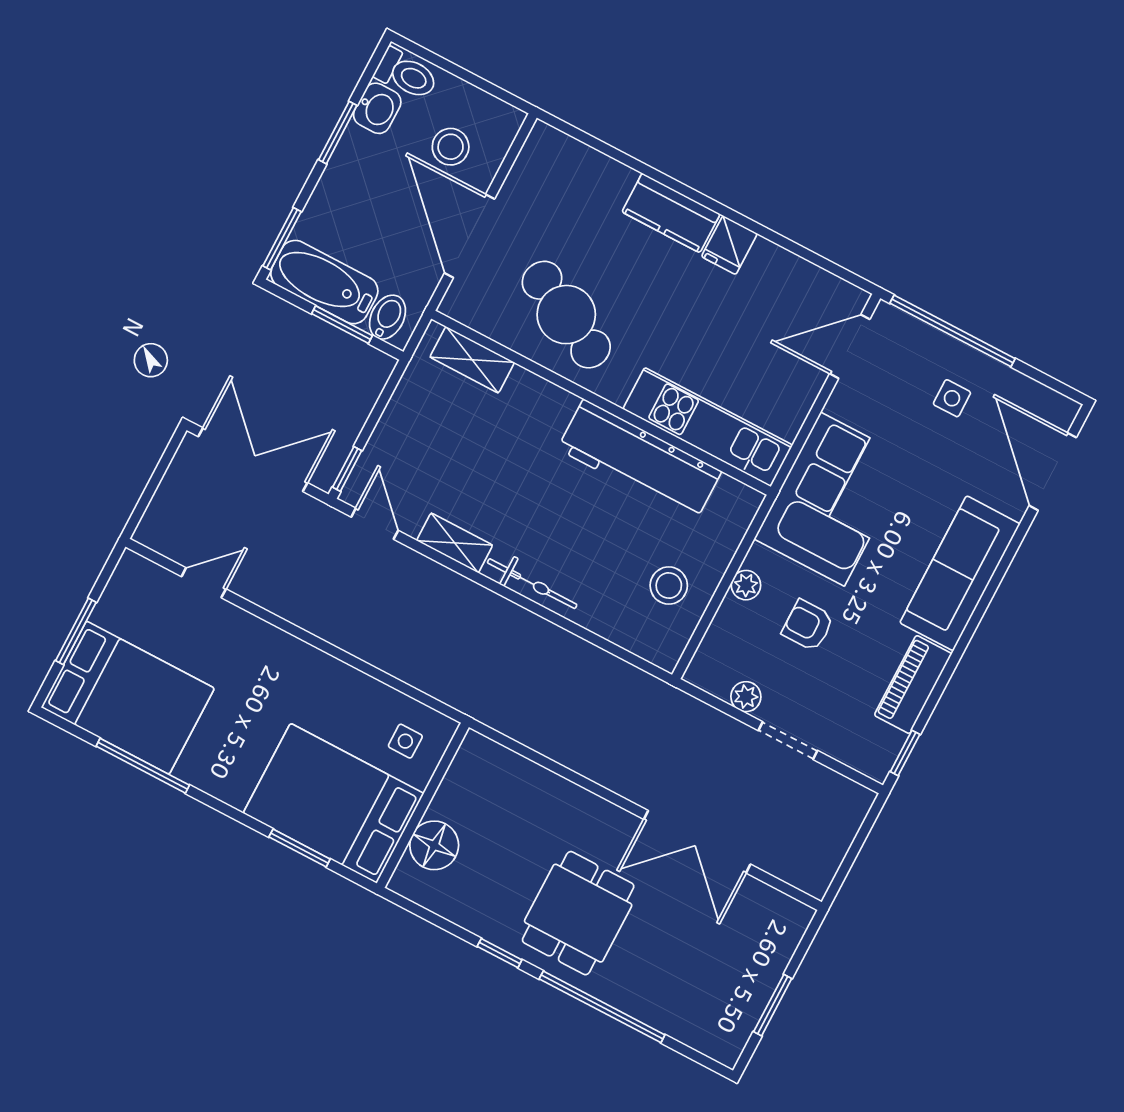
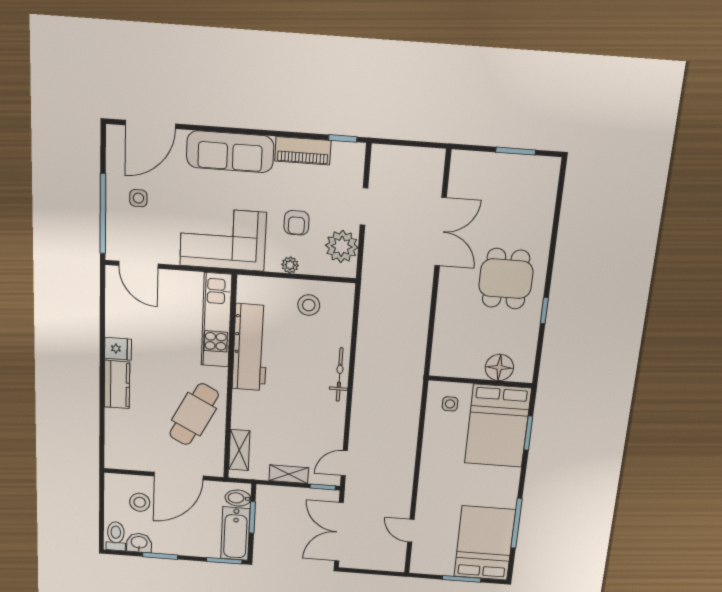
shelving: (455, 543) -> (289, 474), moved, turned 90
plant: (746, 697) -> (342, 246), width x1.88, depth x1.88
dining table: (578, 913) -> (506, 279), turned 90
window: (602, 1007) -> (553, 244), removed

